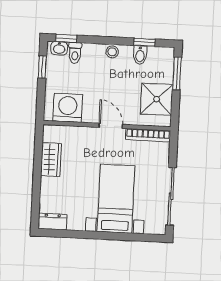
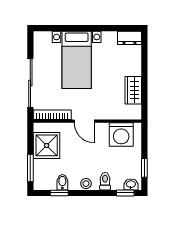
toilet: (75, 53) -> (105, 181), moved
sliding door: (171, 196) -> (30, 83), moved

